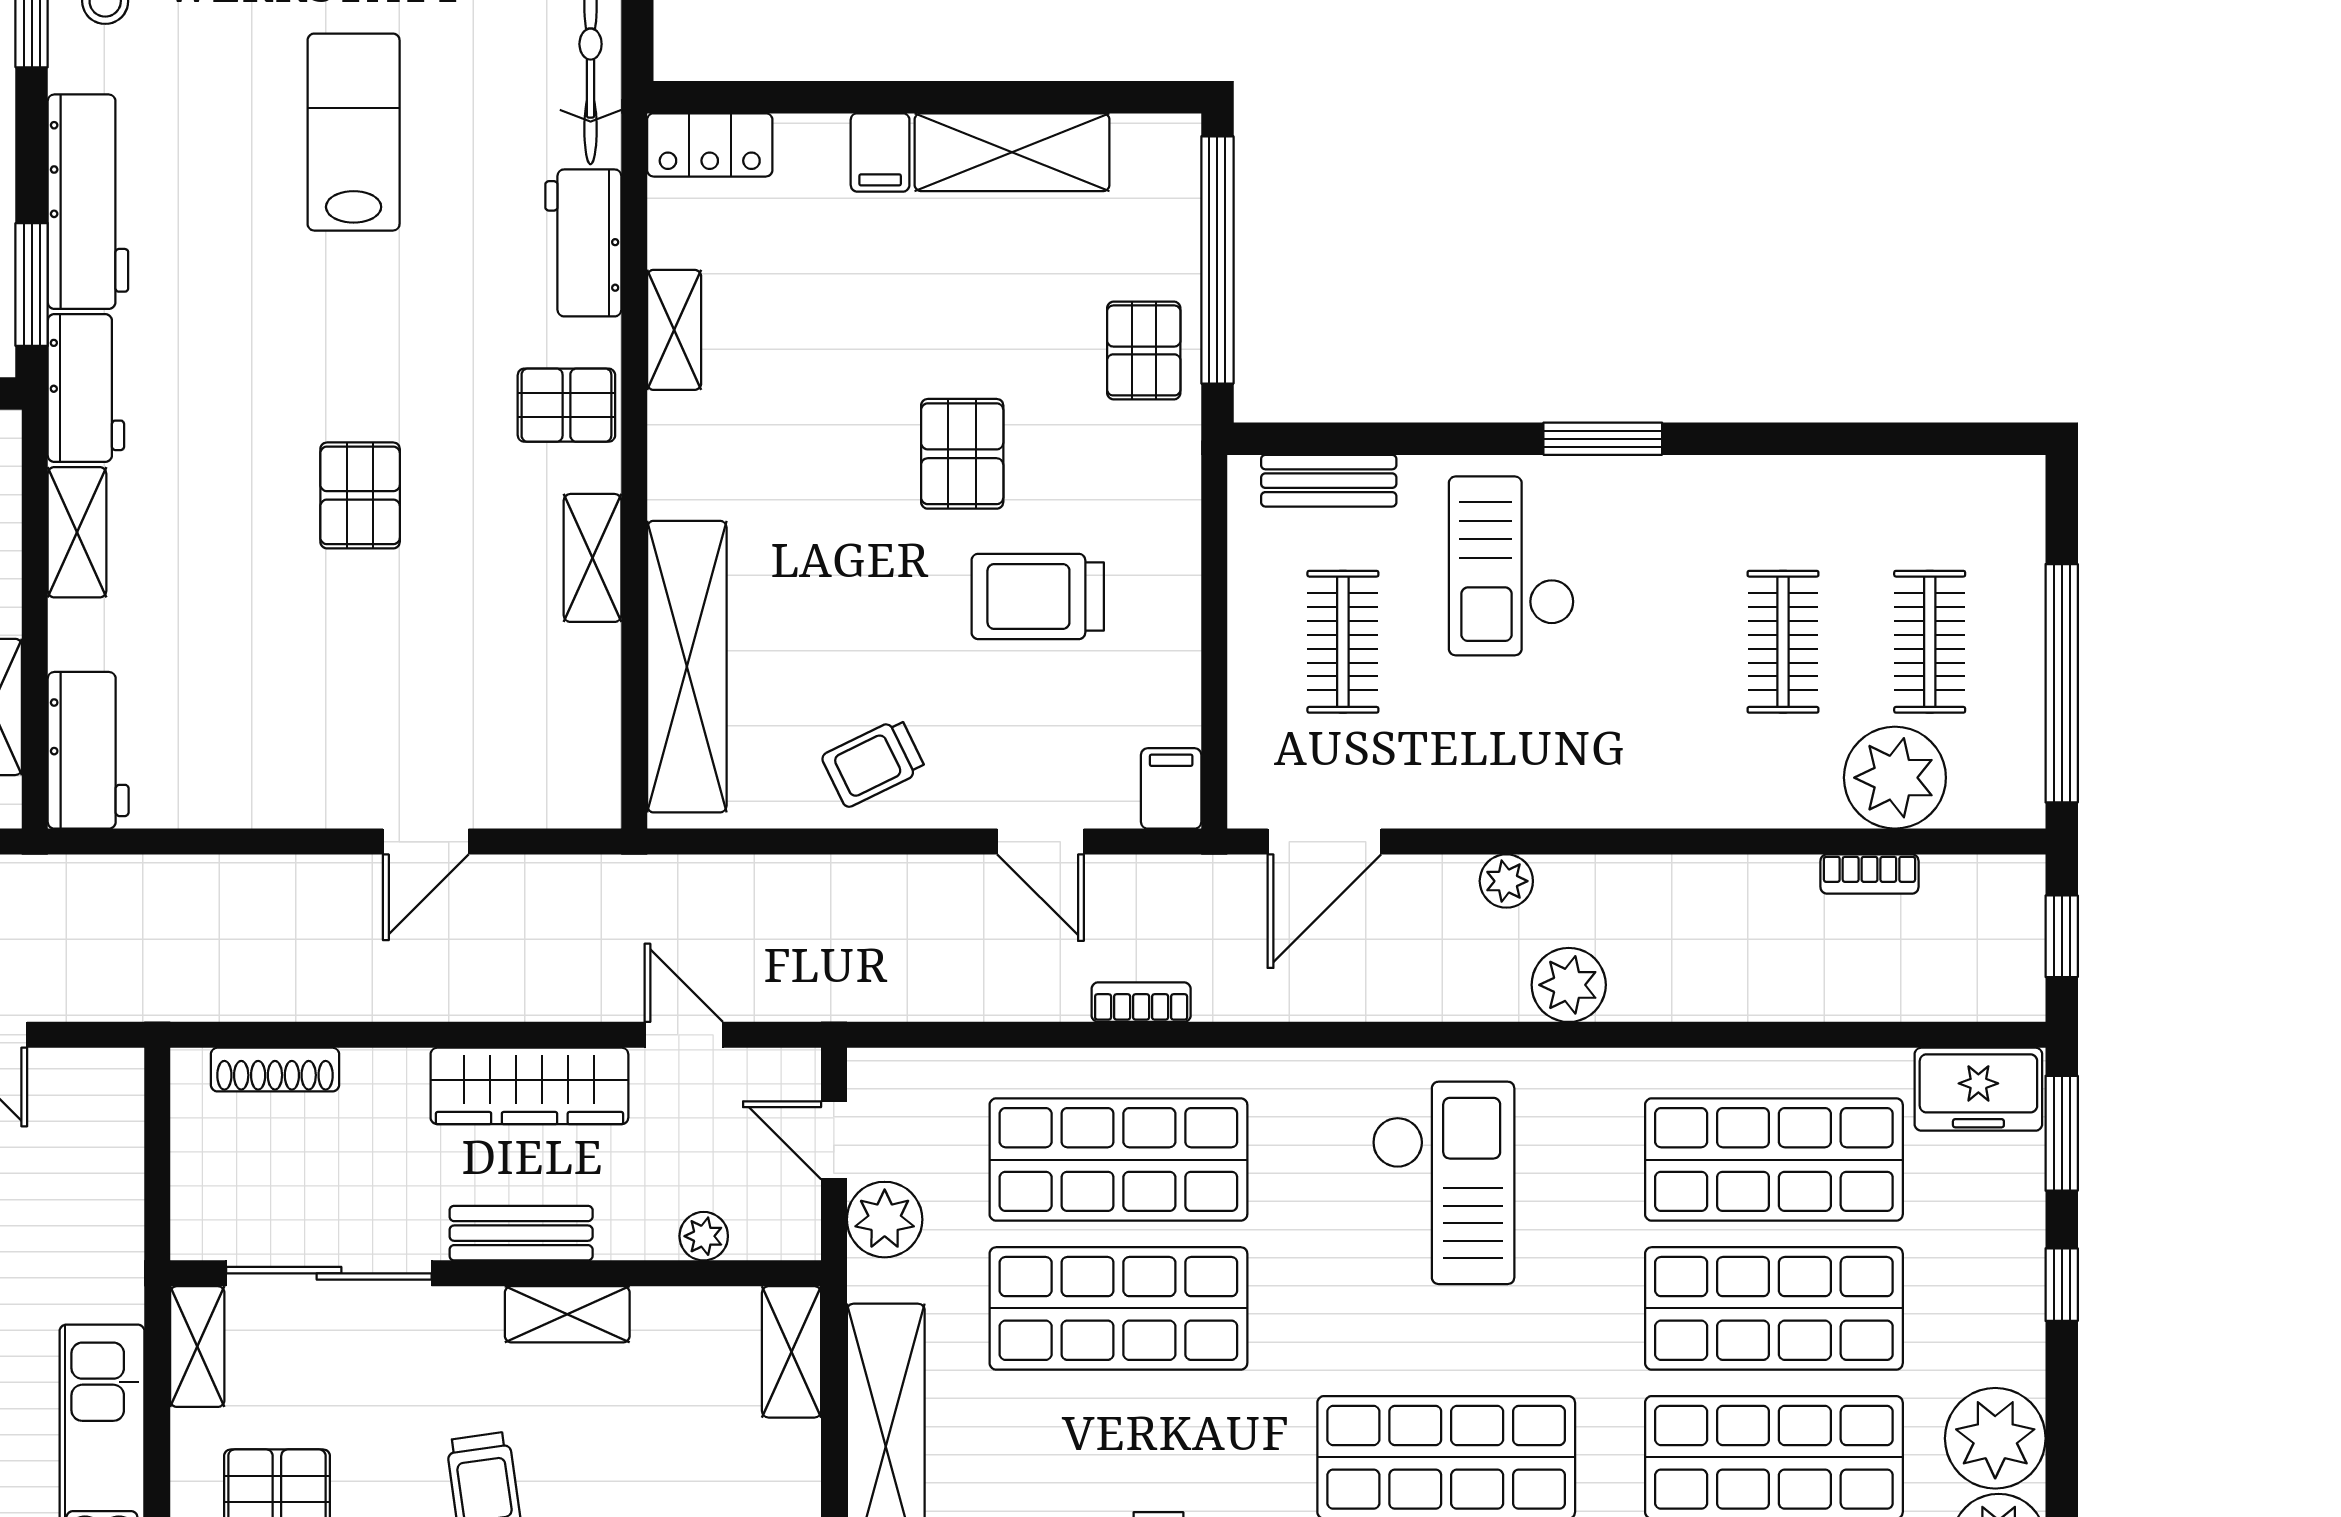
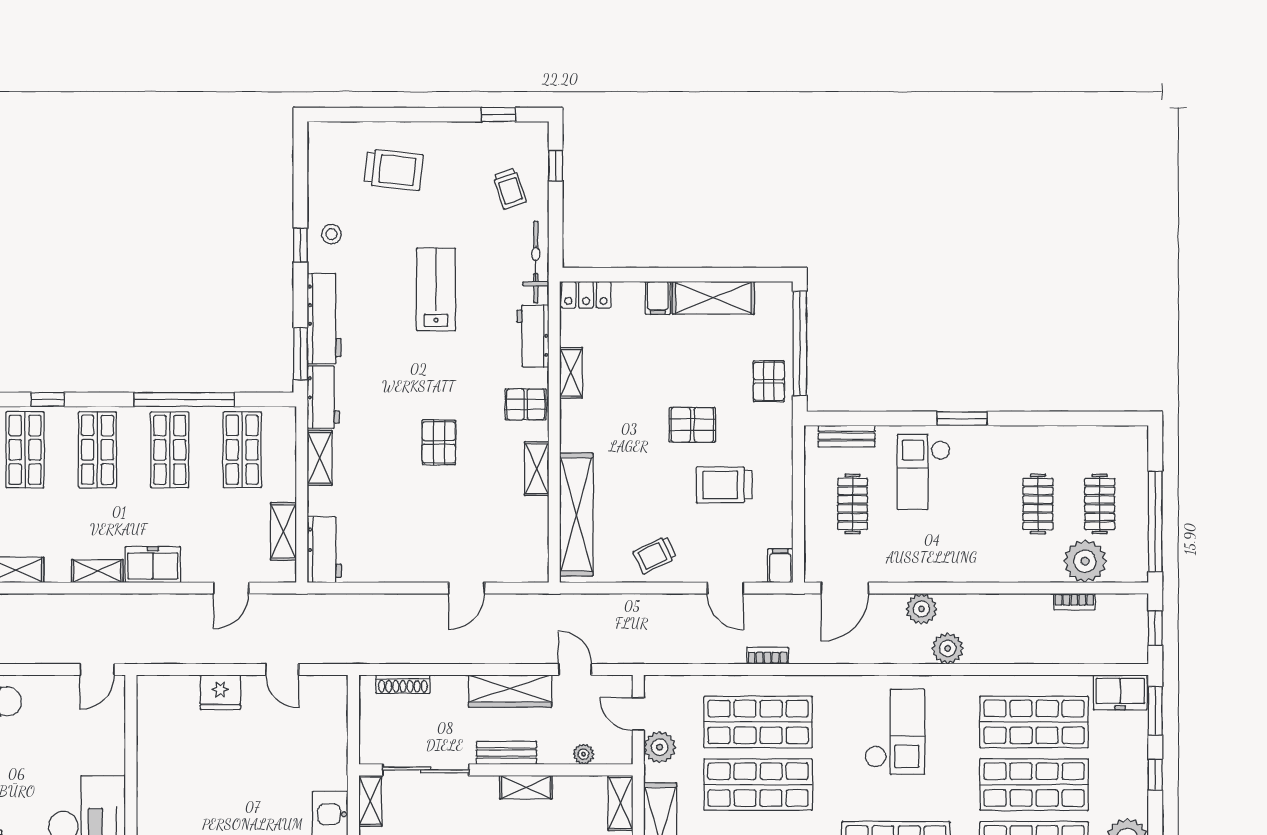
pallet: (962, 454) -> (692, 425), turned 90
plant: (1506, 881) -> (921, 609), width x1.38, depth x1.38

